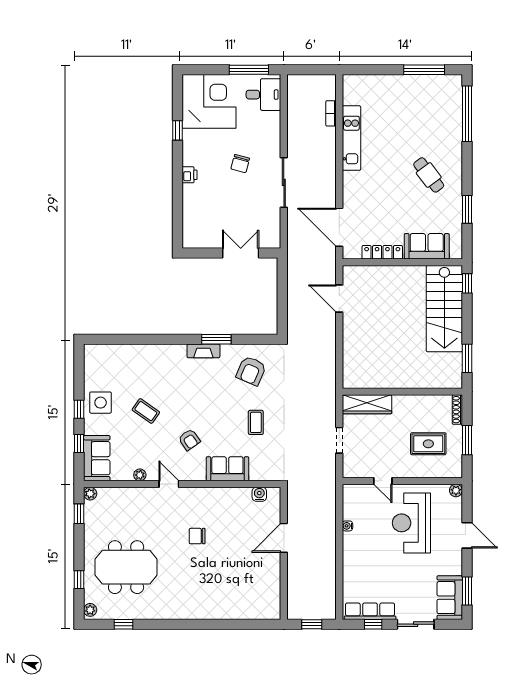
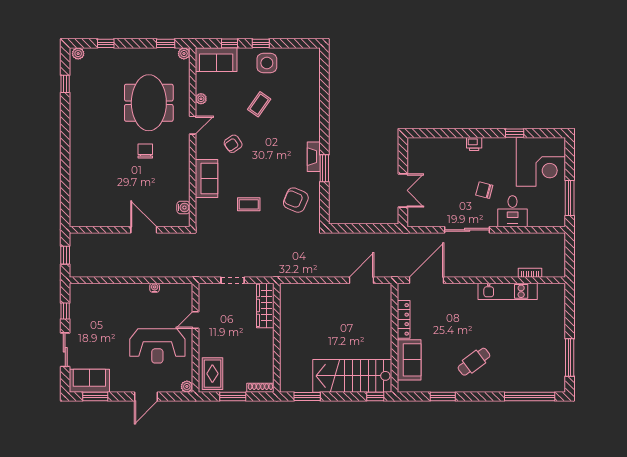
desk: (263, 95) -> (513, 211), moved
rug: (428, 444) -> (212, 374), moved
reception desk: (411, 523) -> (157, 346), turned 180
meeting table: (126, 567) -> (149, 103), moved
row of seats: (370, 611) -> (77, 308), removed

